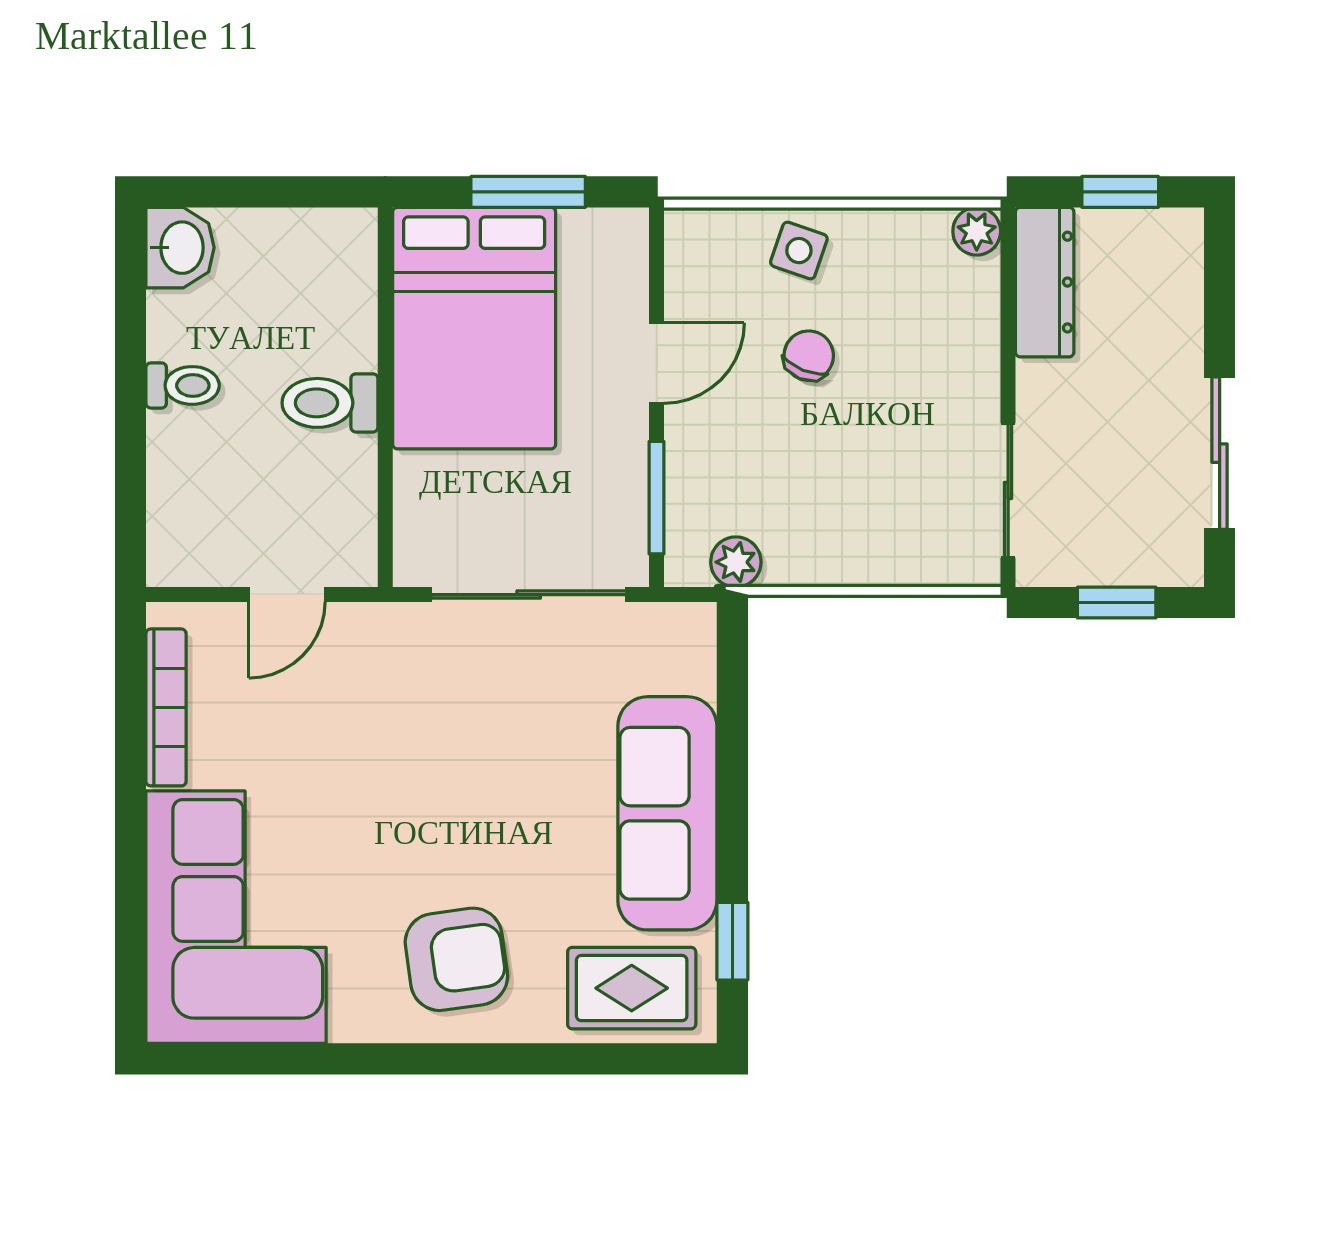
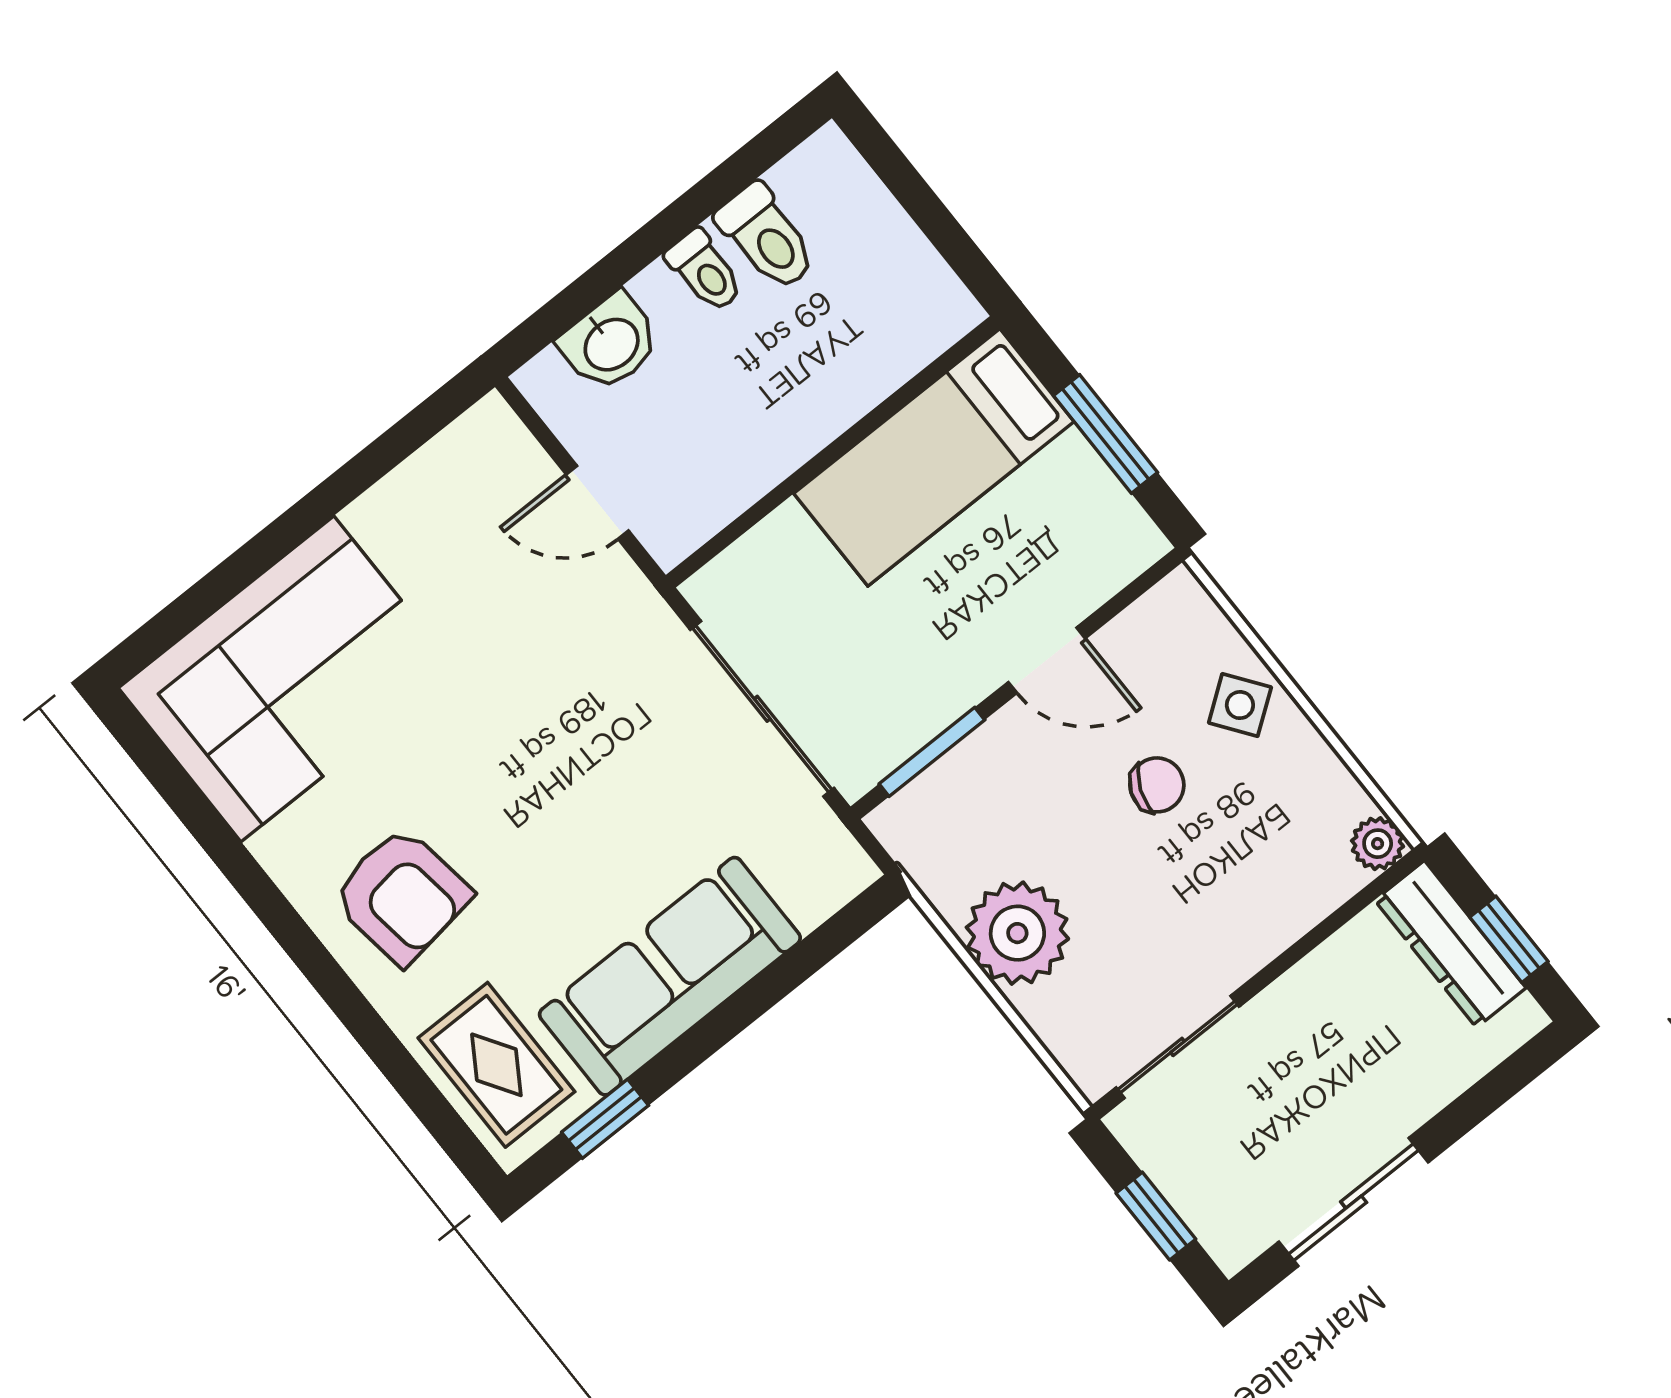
washbasin: (180, 248) -> (610, 343), moved
side table: (799, 251) -> (1240, 705), turned 35
dresser: (1045, 282) -> (1450, 944), moved, turned 90
bed: (474, 328) -> (934, 457), width x0.67
toilet: (330, 403) -> (767, 237), moved, turned 180
plant: (736, 562) -> (1017, 933), moved, width x1.88, depth x1.88
bookcase: (166, 707) -> (419, 476), removed

